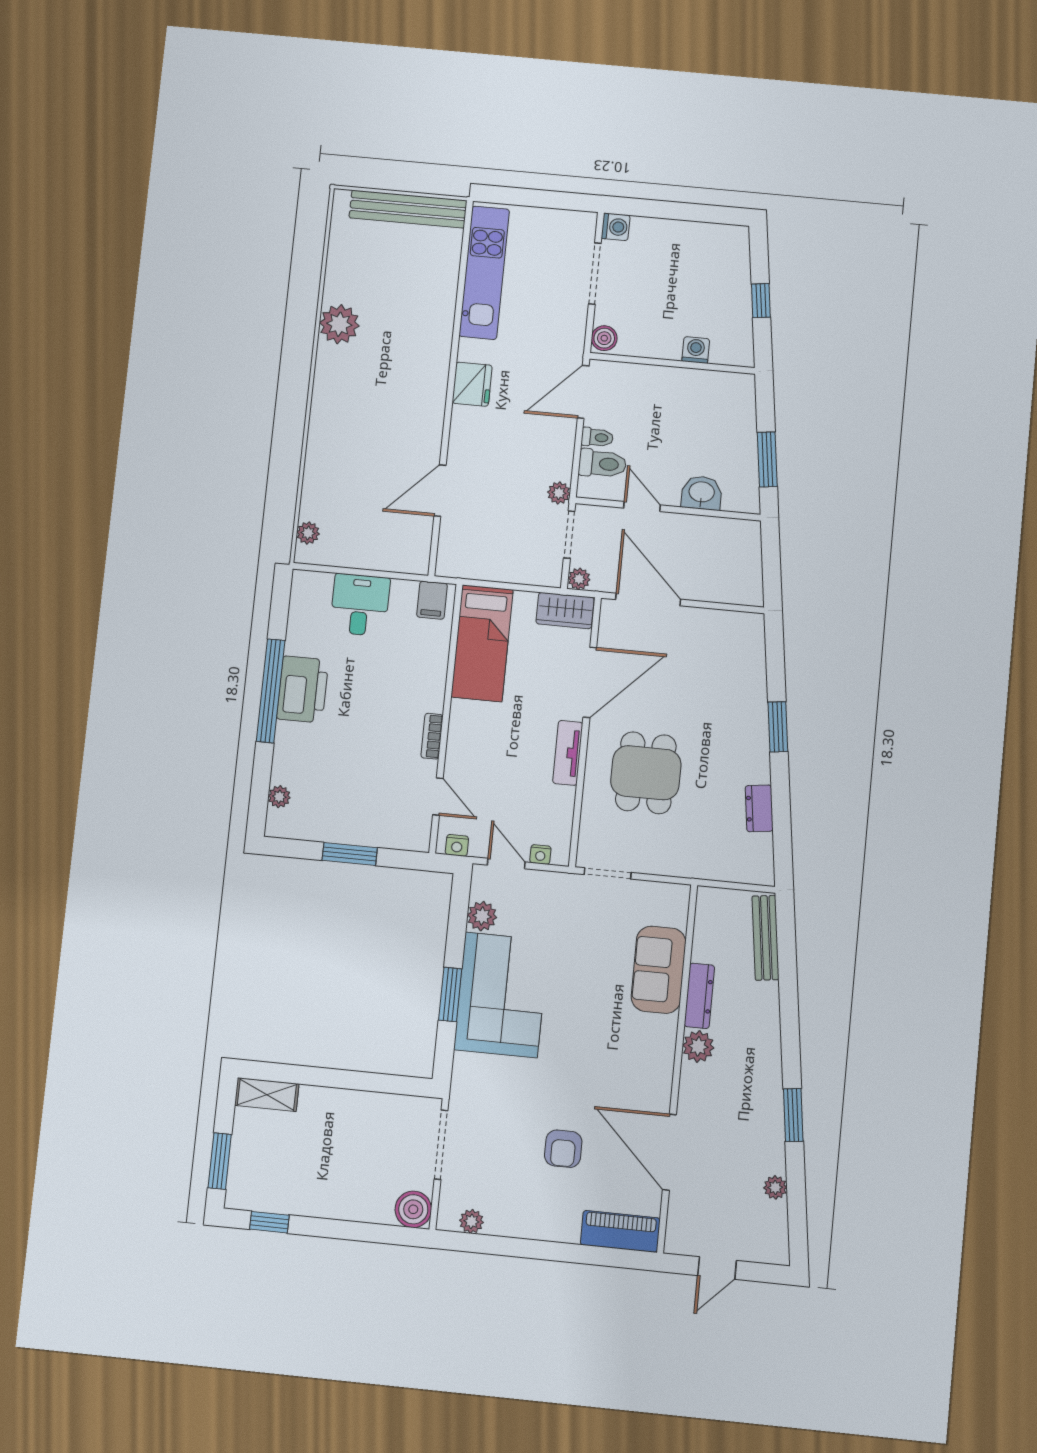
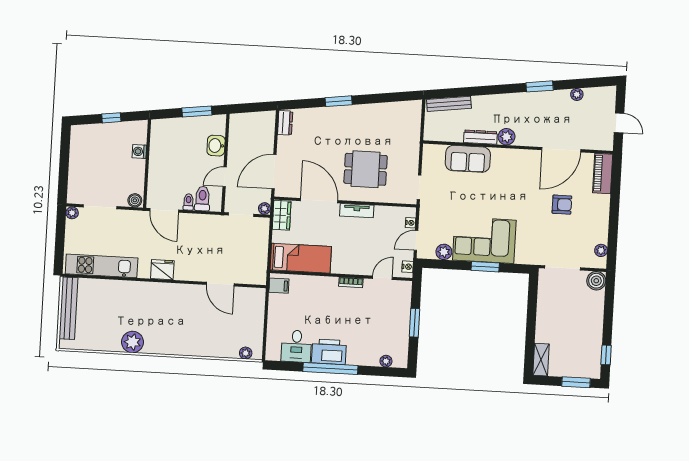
washing machine: (616, 227) -> (74, 197), removed
plant: (559, 493) -> (72, 213), moved
desk: (360, 605) -> (296, 346), moved, turned -90
dresser: (759, 808) -> (285, 123), moved, turned -83

